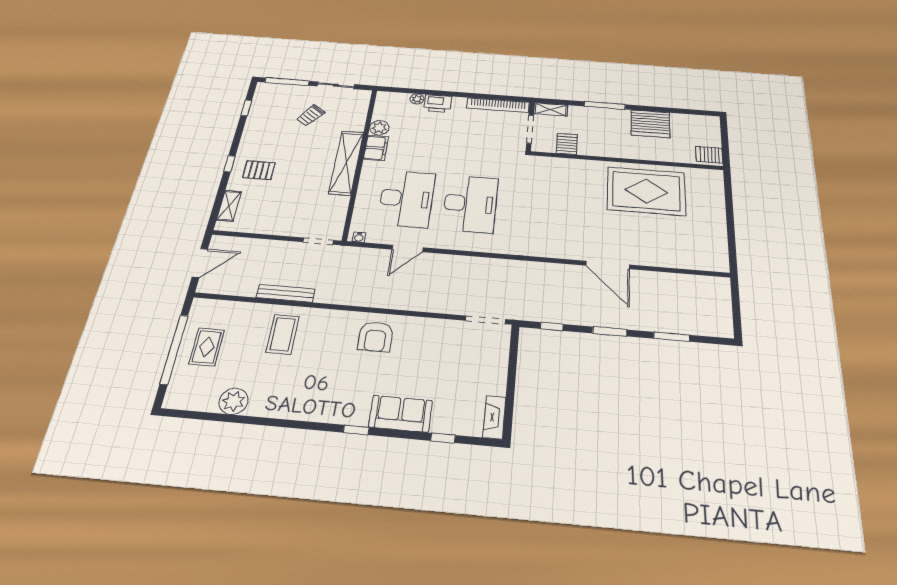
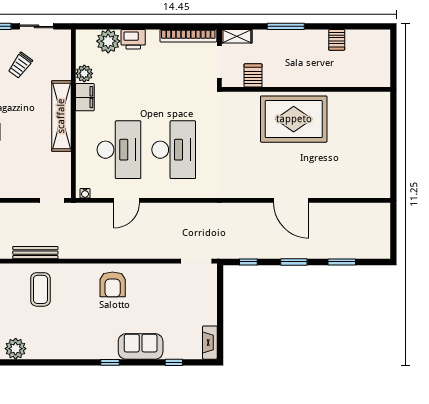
plant: (417, 99) -> (108, 41), width x1.87, depth x1.87
server rack: (650, 124) -> (337, 40), width x0.46, depth x0.70
server rack: (709, 155) -> (379, 75), removed
rug: (646, 191) -> (294, 119), moved

